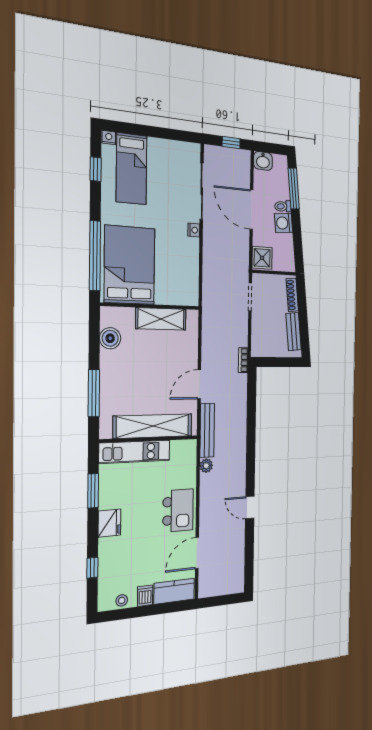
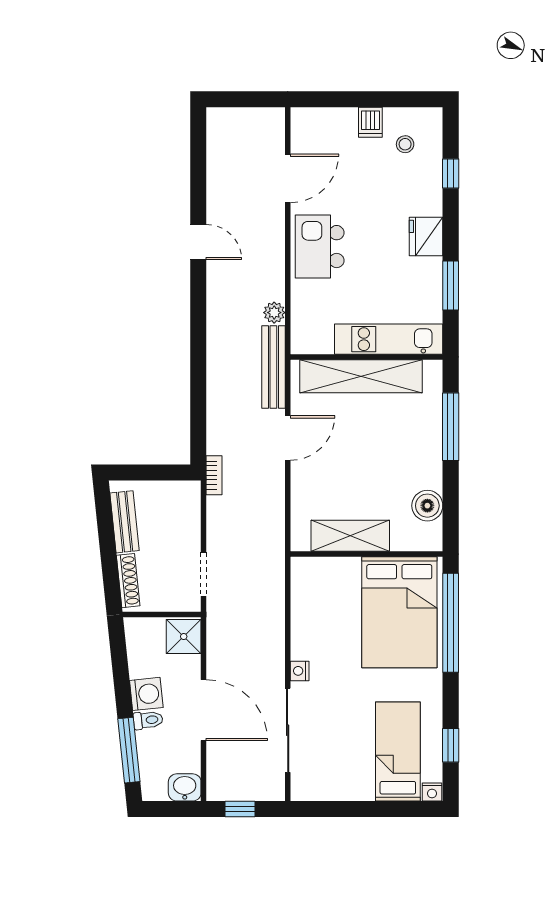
kitchen counter: (174, 591) -> (324, 123), removed
stool: (122, 600) -> (405, 144), moved

